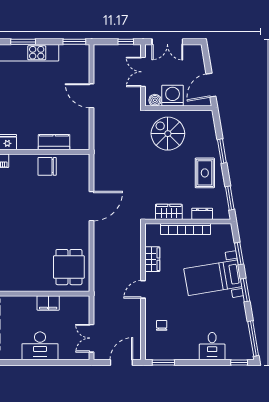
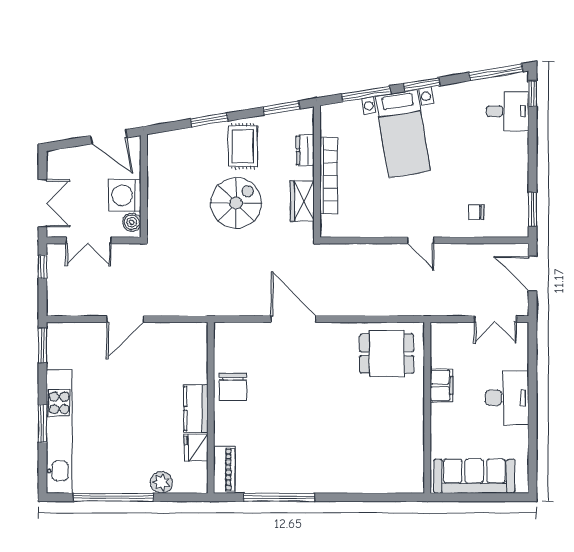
spiral stairs: (168, 134) -> (236, 203), moved, turned 180
kitchen counter: (54, 142) -> (196, 408), moved
rug: (205, 173) -> (243, 146), turned 90
window: (239, 254) -> (366, 94), width x1.44
wardrobe: (152, 259) -> (375, 226), removed
desk: (212, 346) -> (507, 111), moved

